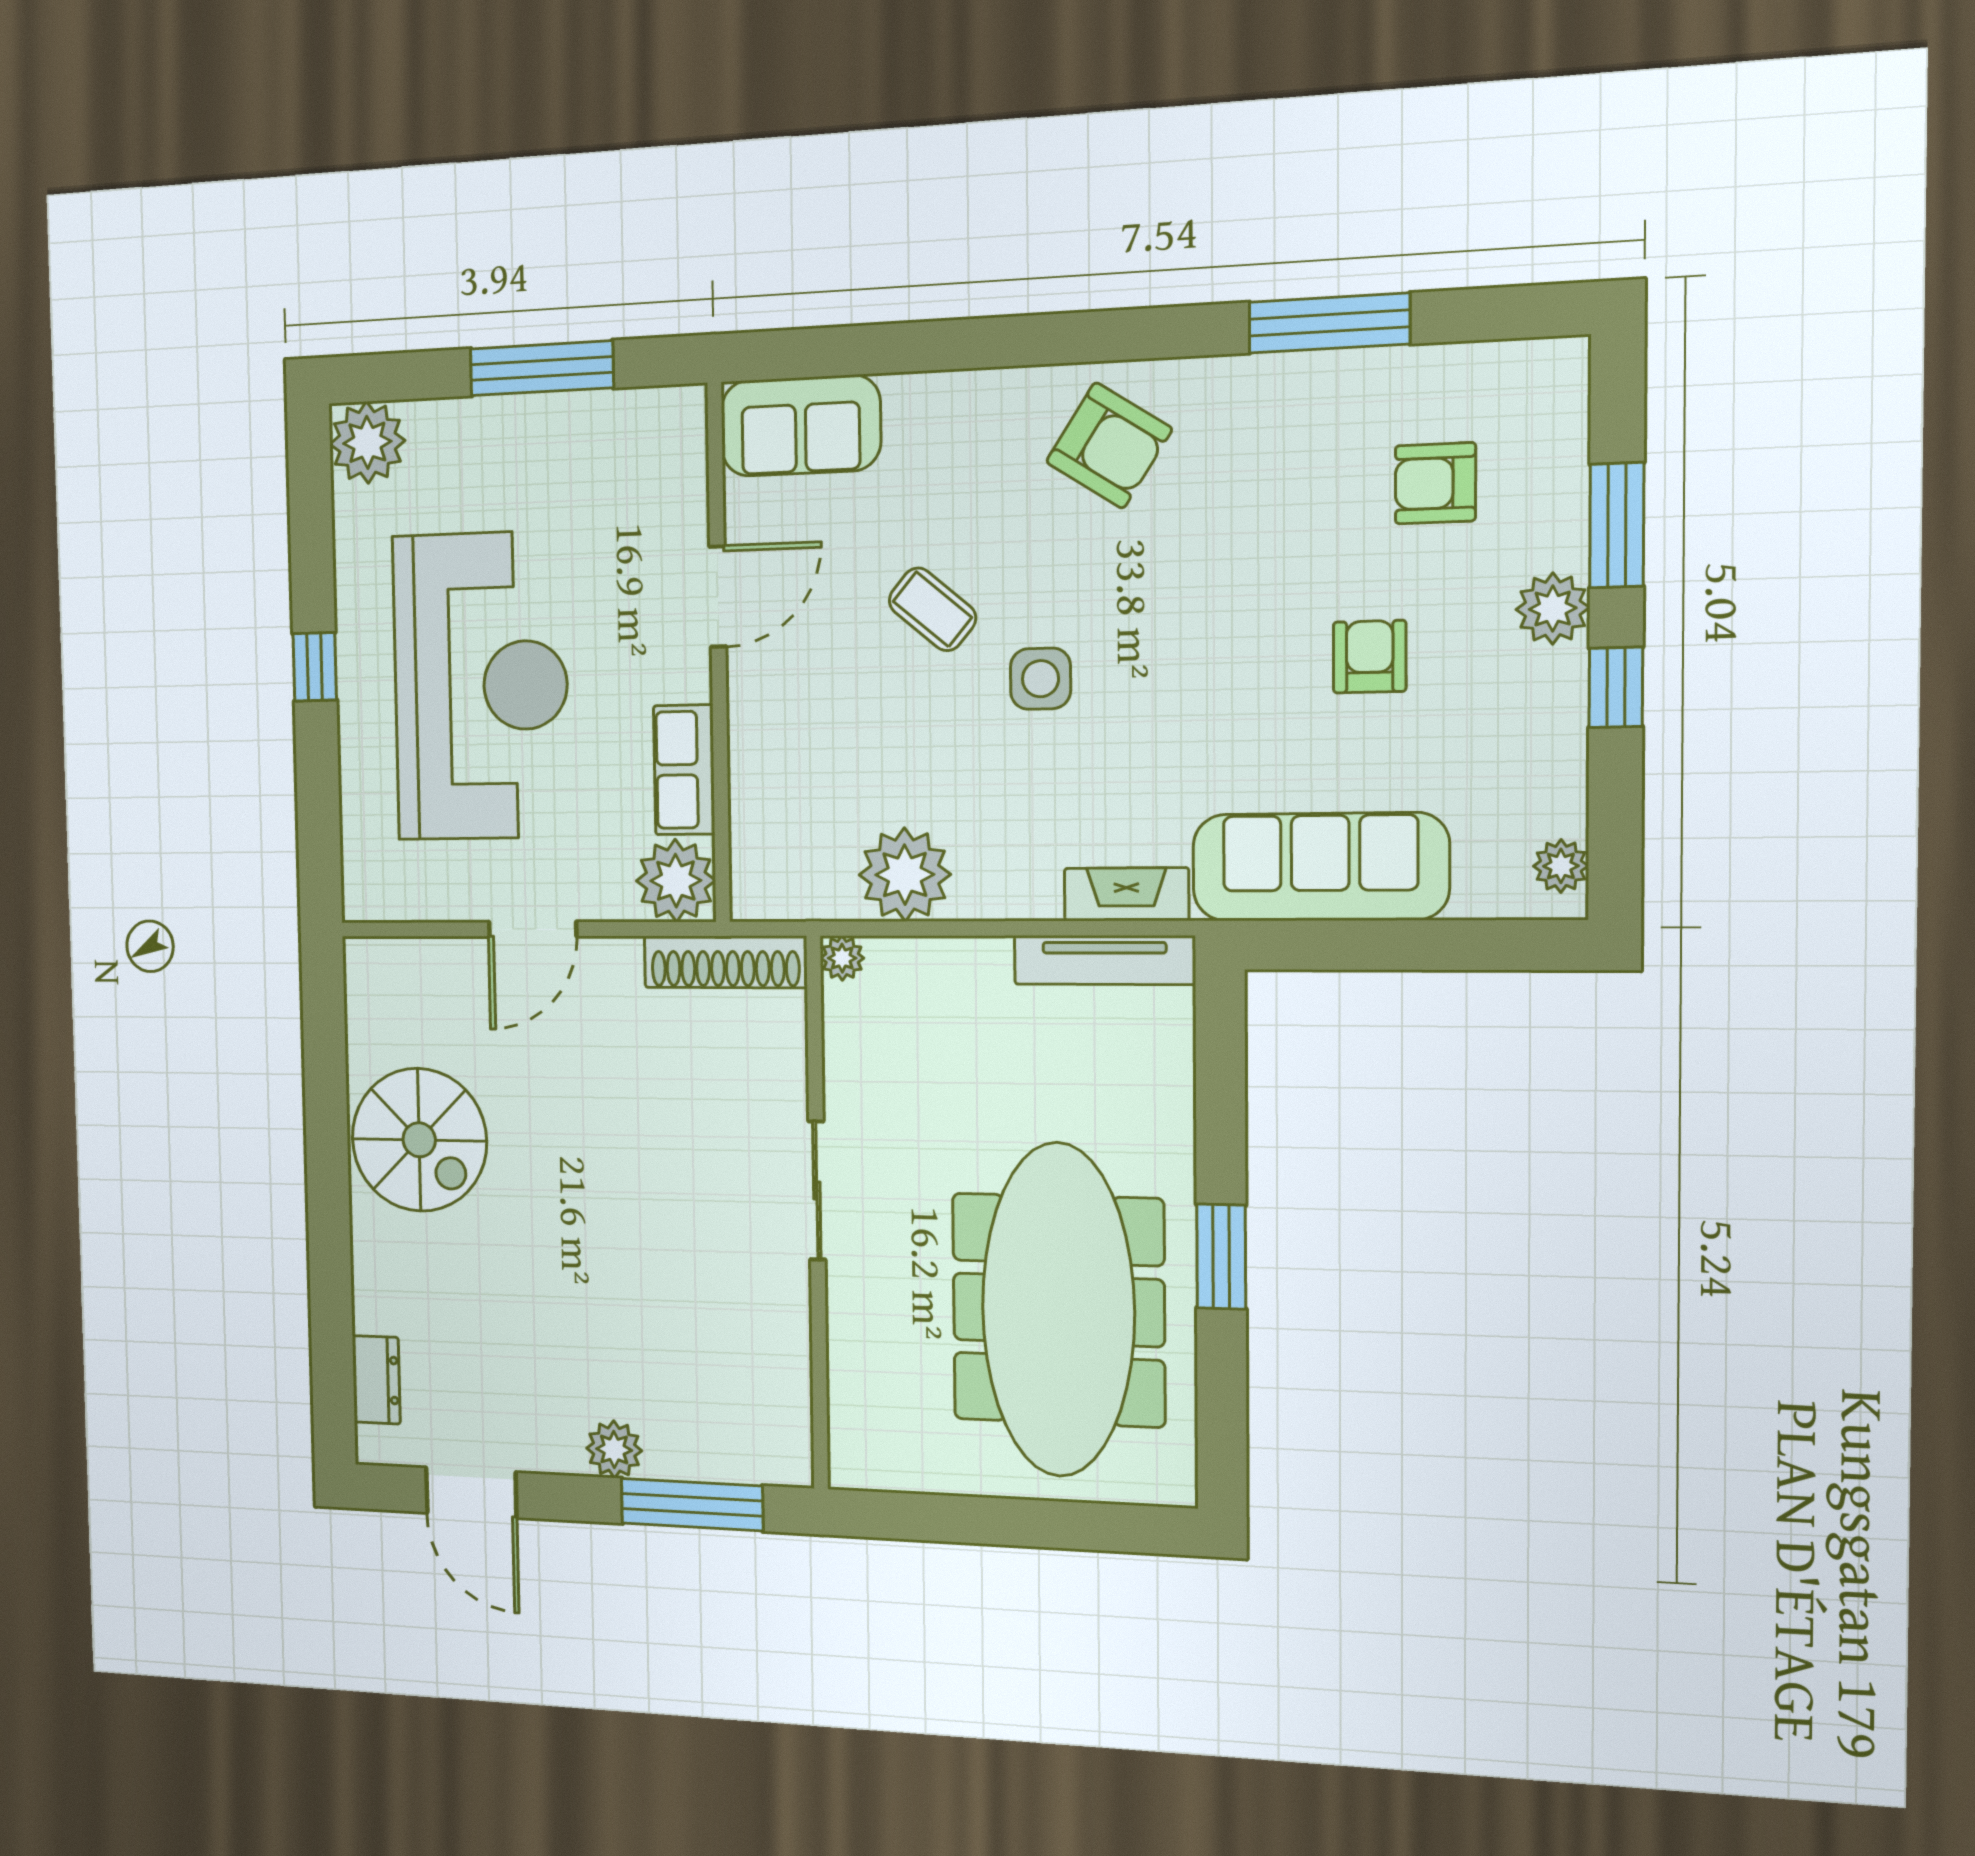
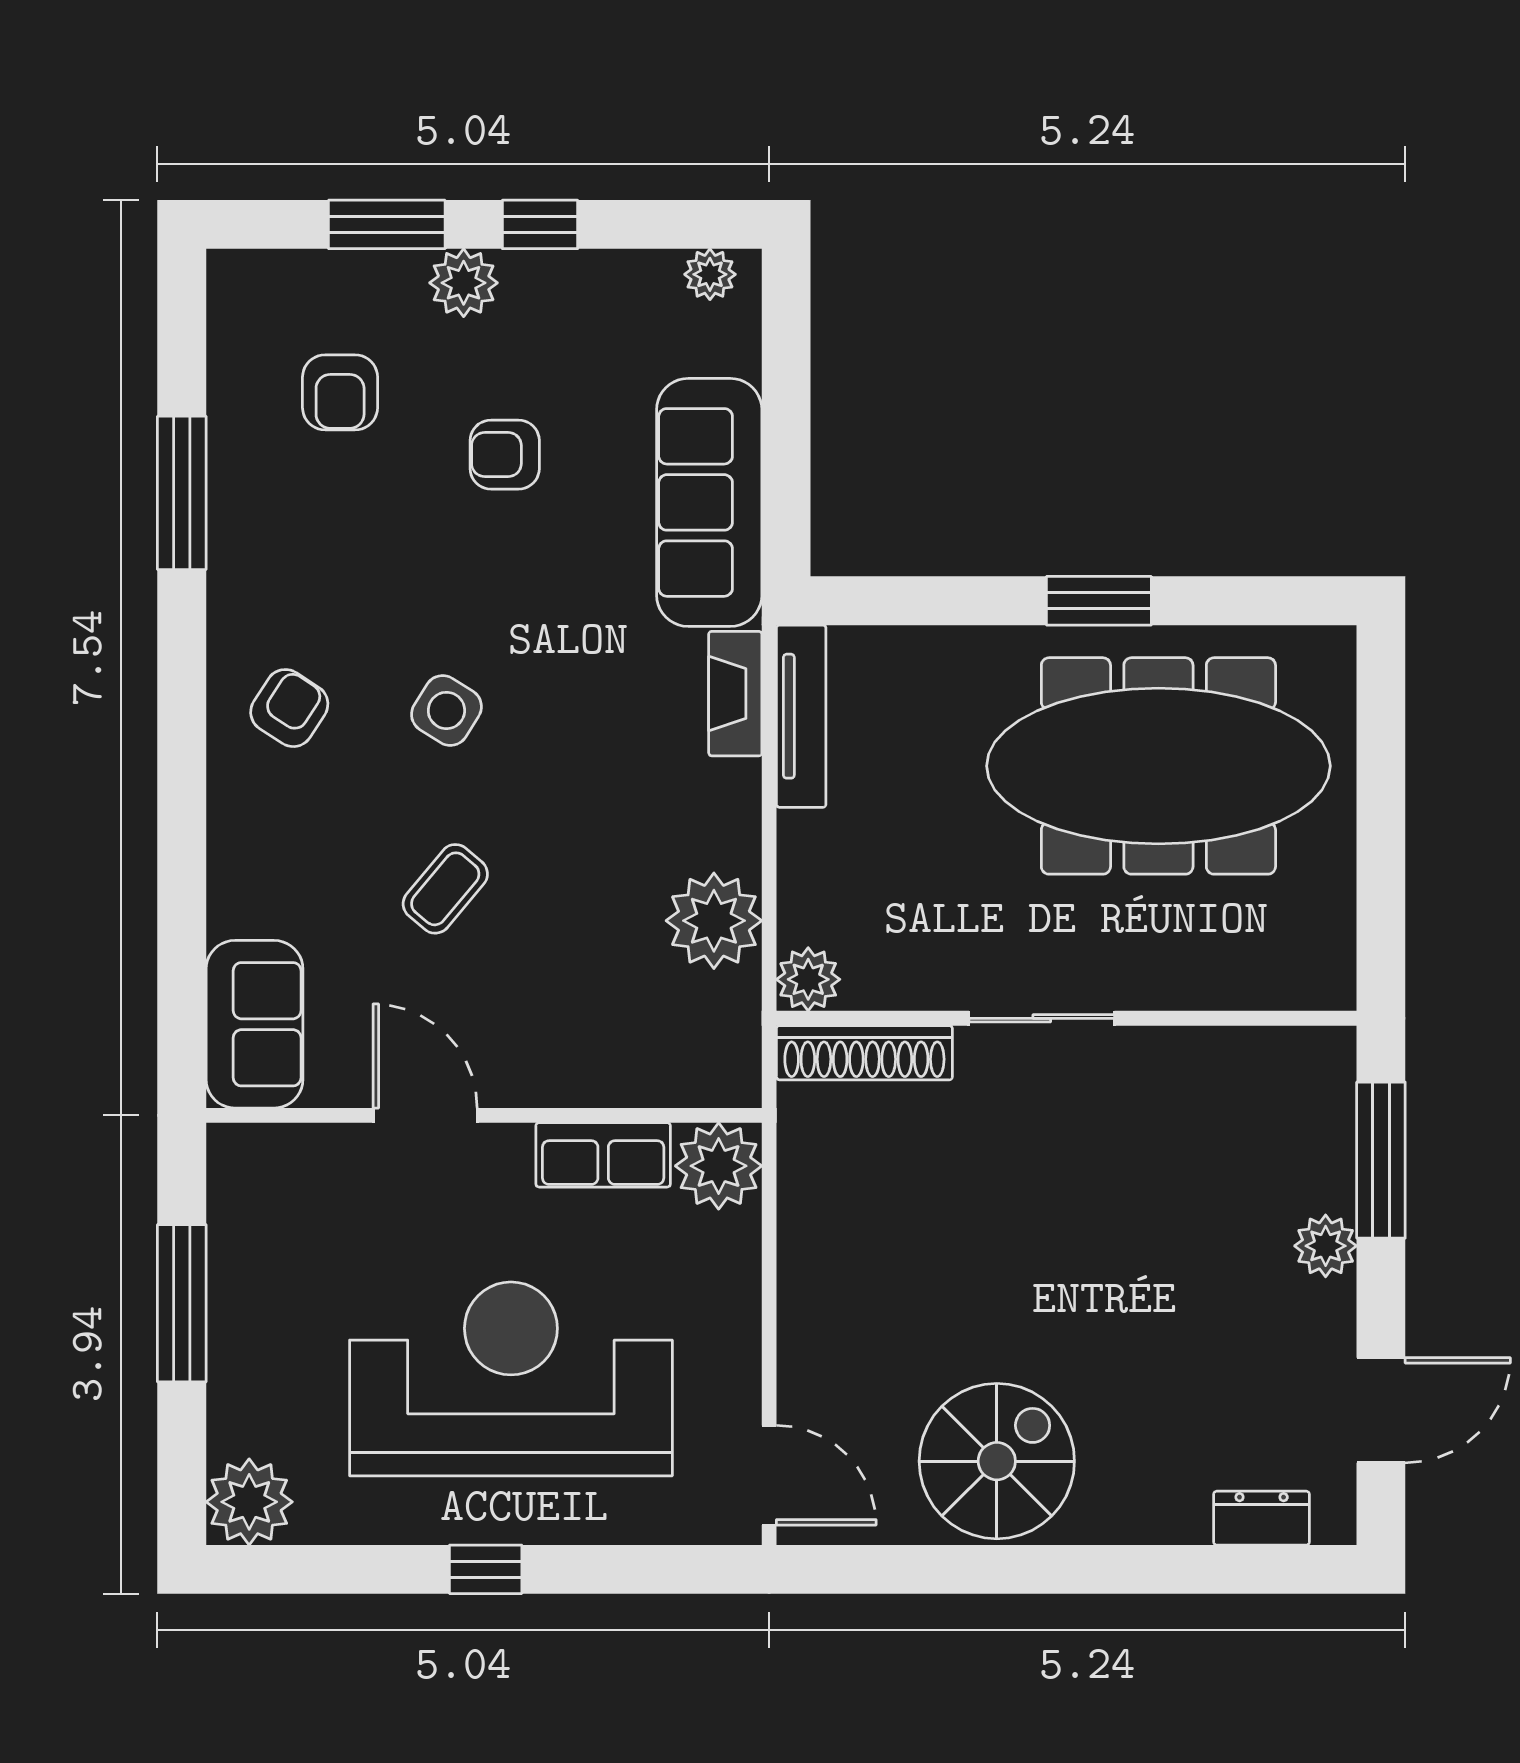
armchair: (1109, 445) -> (289, 708), width x0.72, depth x0.72
side table: (1040, 679) -> (446, 710), moved, turned 32
door: (533, 929) -> (769, 1475), moved
plant: (842, 958) -> (808, 979), width x1.38, depth x1.38
shoe rack: (725, 962) -> (864, 1053), moved, turned 90

